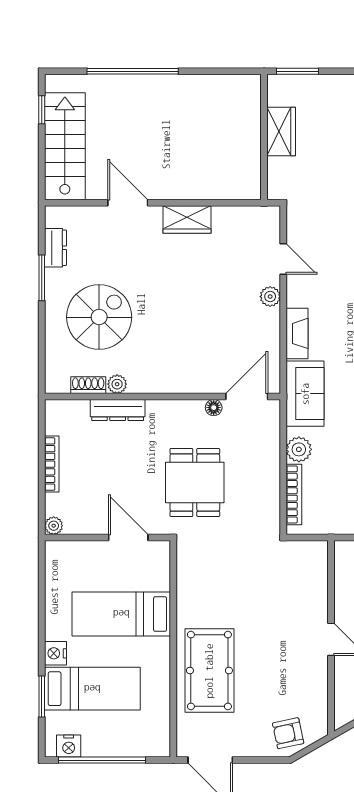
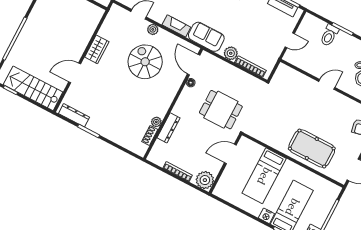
dresser: (55, 248) -> (74, 115), width x1.44
spiral stairs: (99, 317) -> (145, 62), moved
plant: (54, 526) -> (205, 180), width x1.88, depth x1.88

